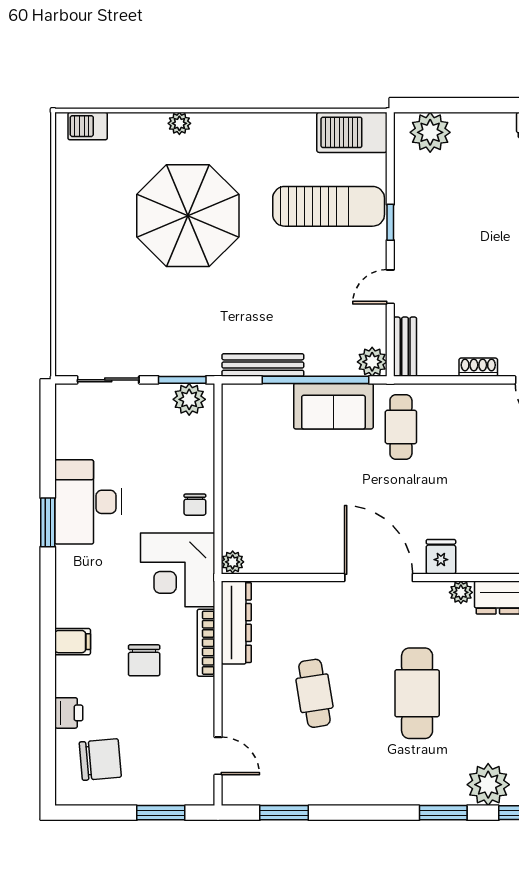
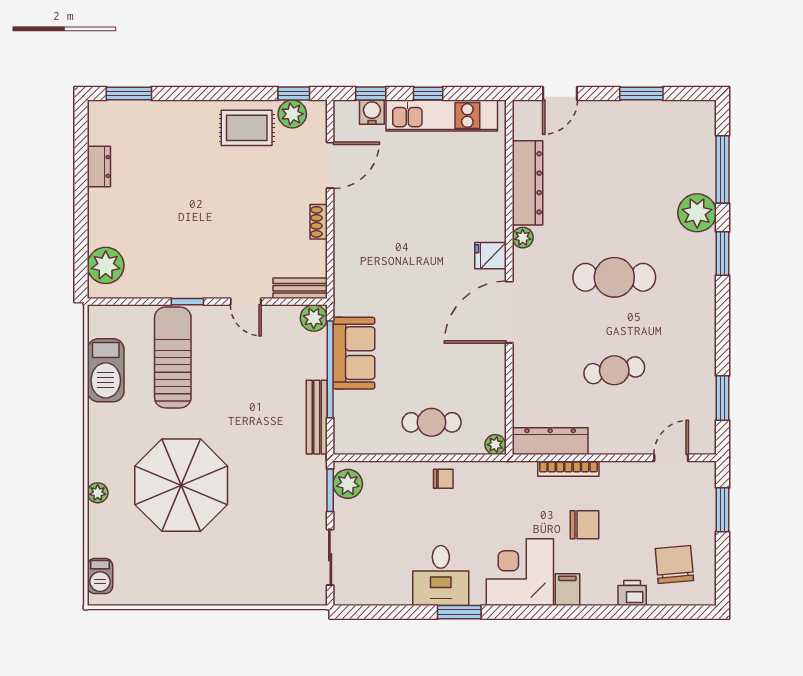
barbecue: (352, 132) -> (106, 370), moved
cafe table: (401, 427) -> (432, 422), moved
desk: (88, 502) -> (441, 576), width x0.73
corner desk: (178, 570) -> (520, 572), moved, turned 180

